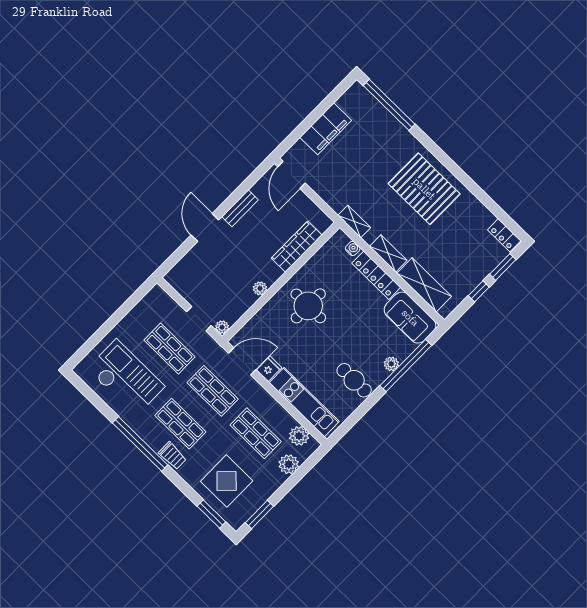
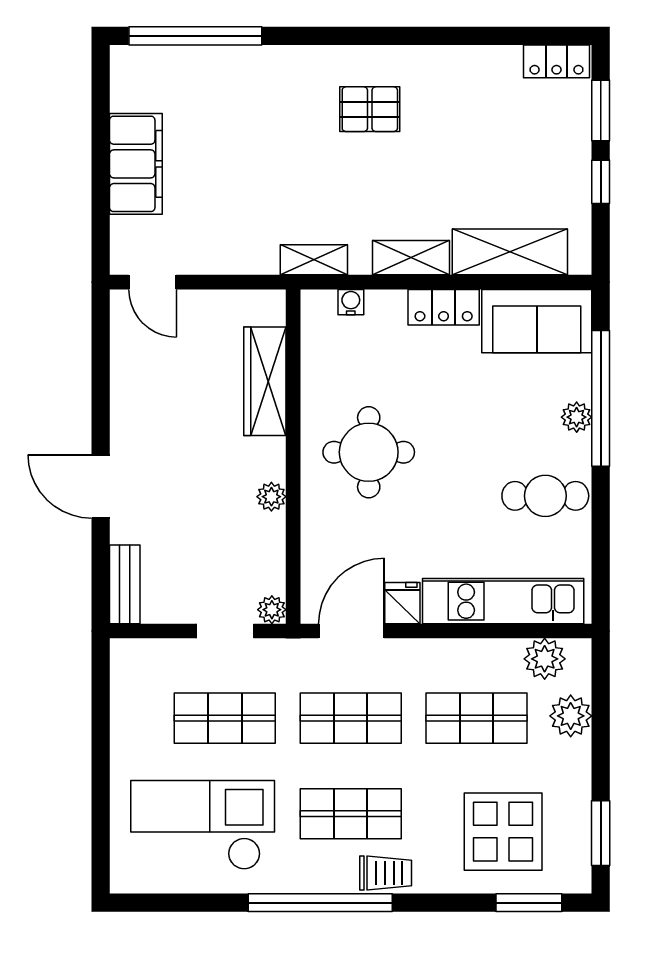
door: (291, 175) -> (153, 282), width x0.73
pallet: (424, 189) -> (370, 109), width x0.49, depth x0.50
bench: (240, 208) -> (125, 584), moved
locker: (376, 275) -> (444, 307), width x0.66

